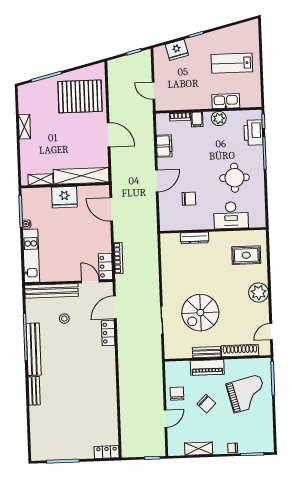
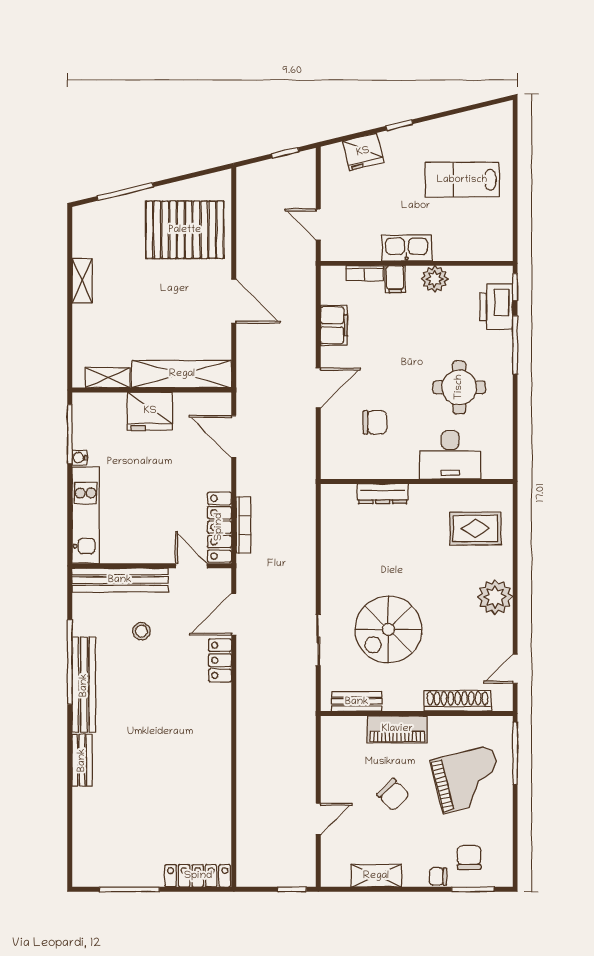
kitchen sink: (226, 101) -> (407, 248), moved
locker: (105, 267) -> (219, 527), width x1.53
bench: (207, 352) -> (357, 702), moved
chair: (177, 394) -> (469, 857), moved
locker: (107, 452) -> (198, 876), width x1.53

